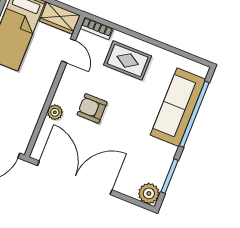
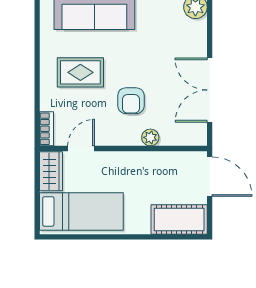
rug: (128, 60) -> (80, 72), moved, turned 90
double door: (75, 178) -> (210, 90), width x0.73

